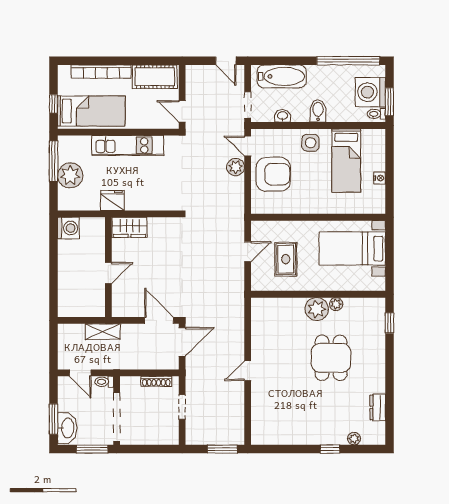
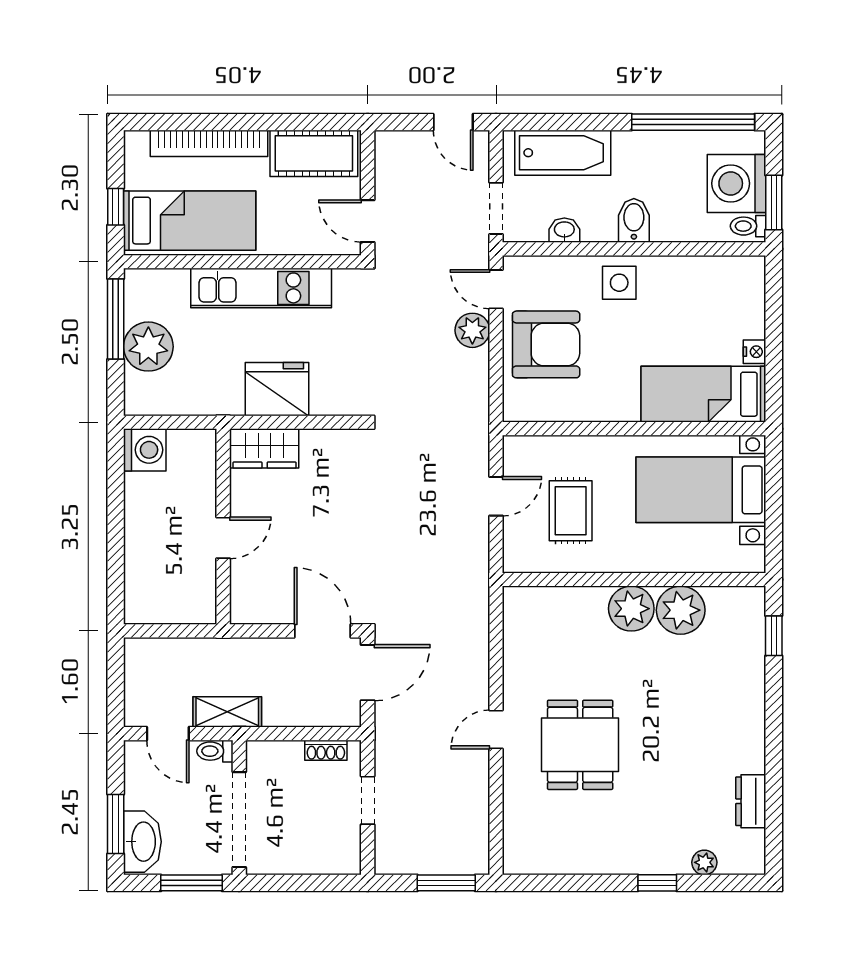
bed: (346, 161) -> (703, 394), moved, turned 90
fridge: (112, 200) -> (277, 389), moved, width x1.36, depth x1.34
plant: (336, 304) -> (681, 610), width x1.87, depth x1.87
shelving: (103, 332) -> (227, 712), moved
dining table: (331, 358) -> (580, 745), moved
shoe rack: (156, 381) -> (326, 750), width x0.70

